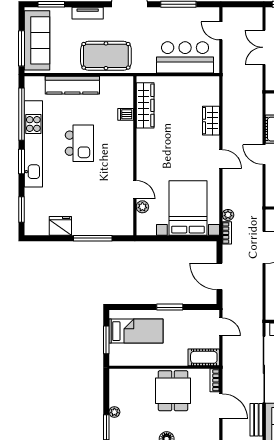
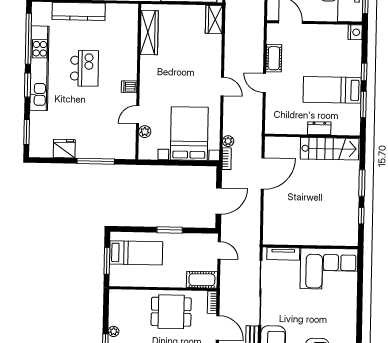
dishwasher: (126, 114) -> (129, 87), moved
wardrobe: (211, 121) -> (214, 19), moved
door: (135, 190) -> (138, 115), swing flipped
door: (219, 276) -> (219, 201), swing flipped
dining table: (173, 391) -> (171, 312), turned 90

